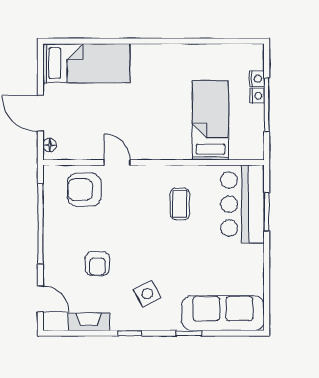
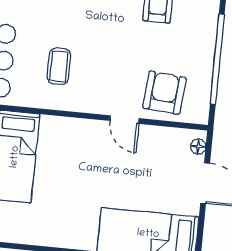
armchair: (84, 190) -> (164, 93), turned -85

